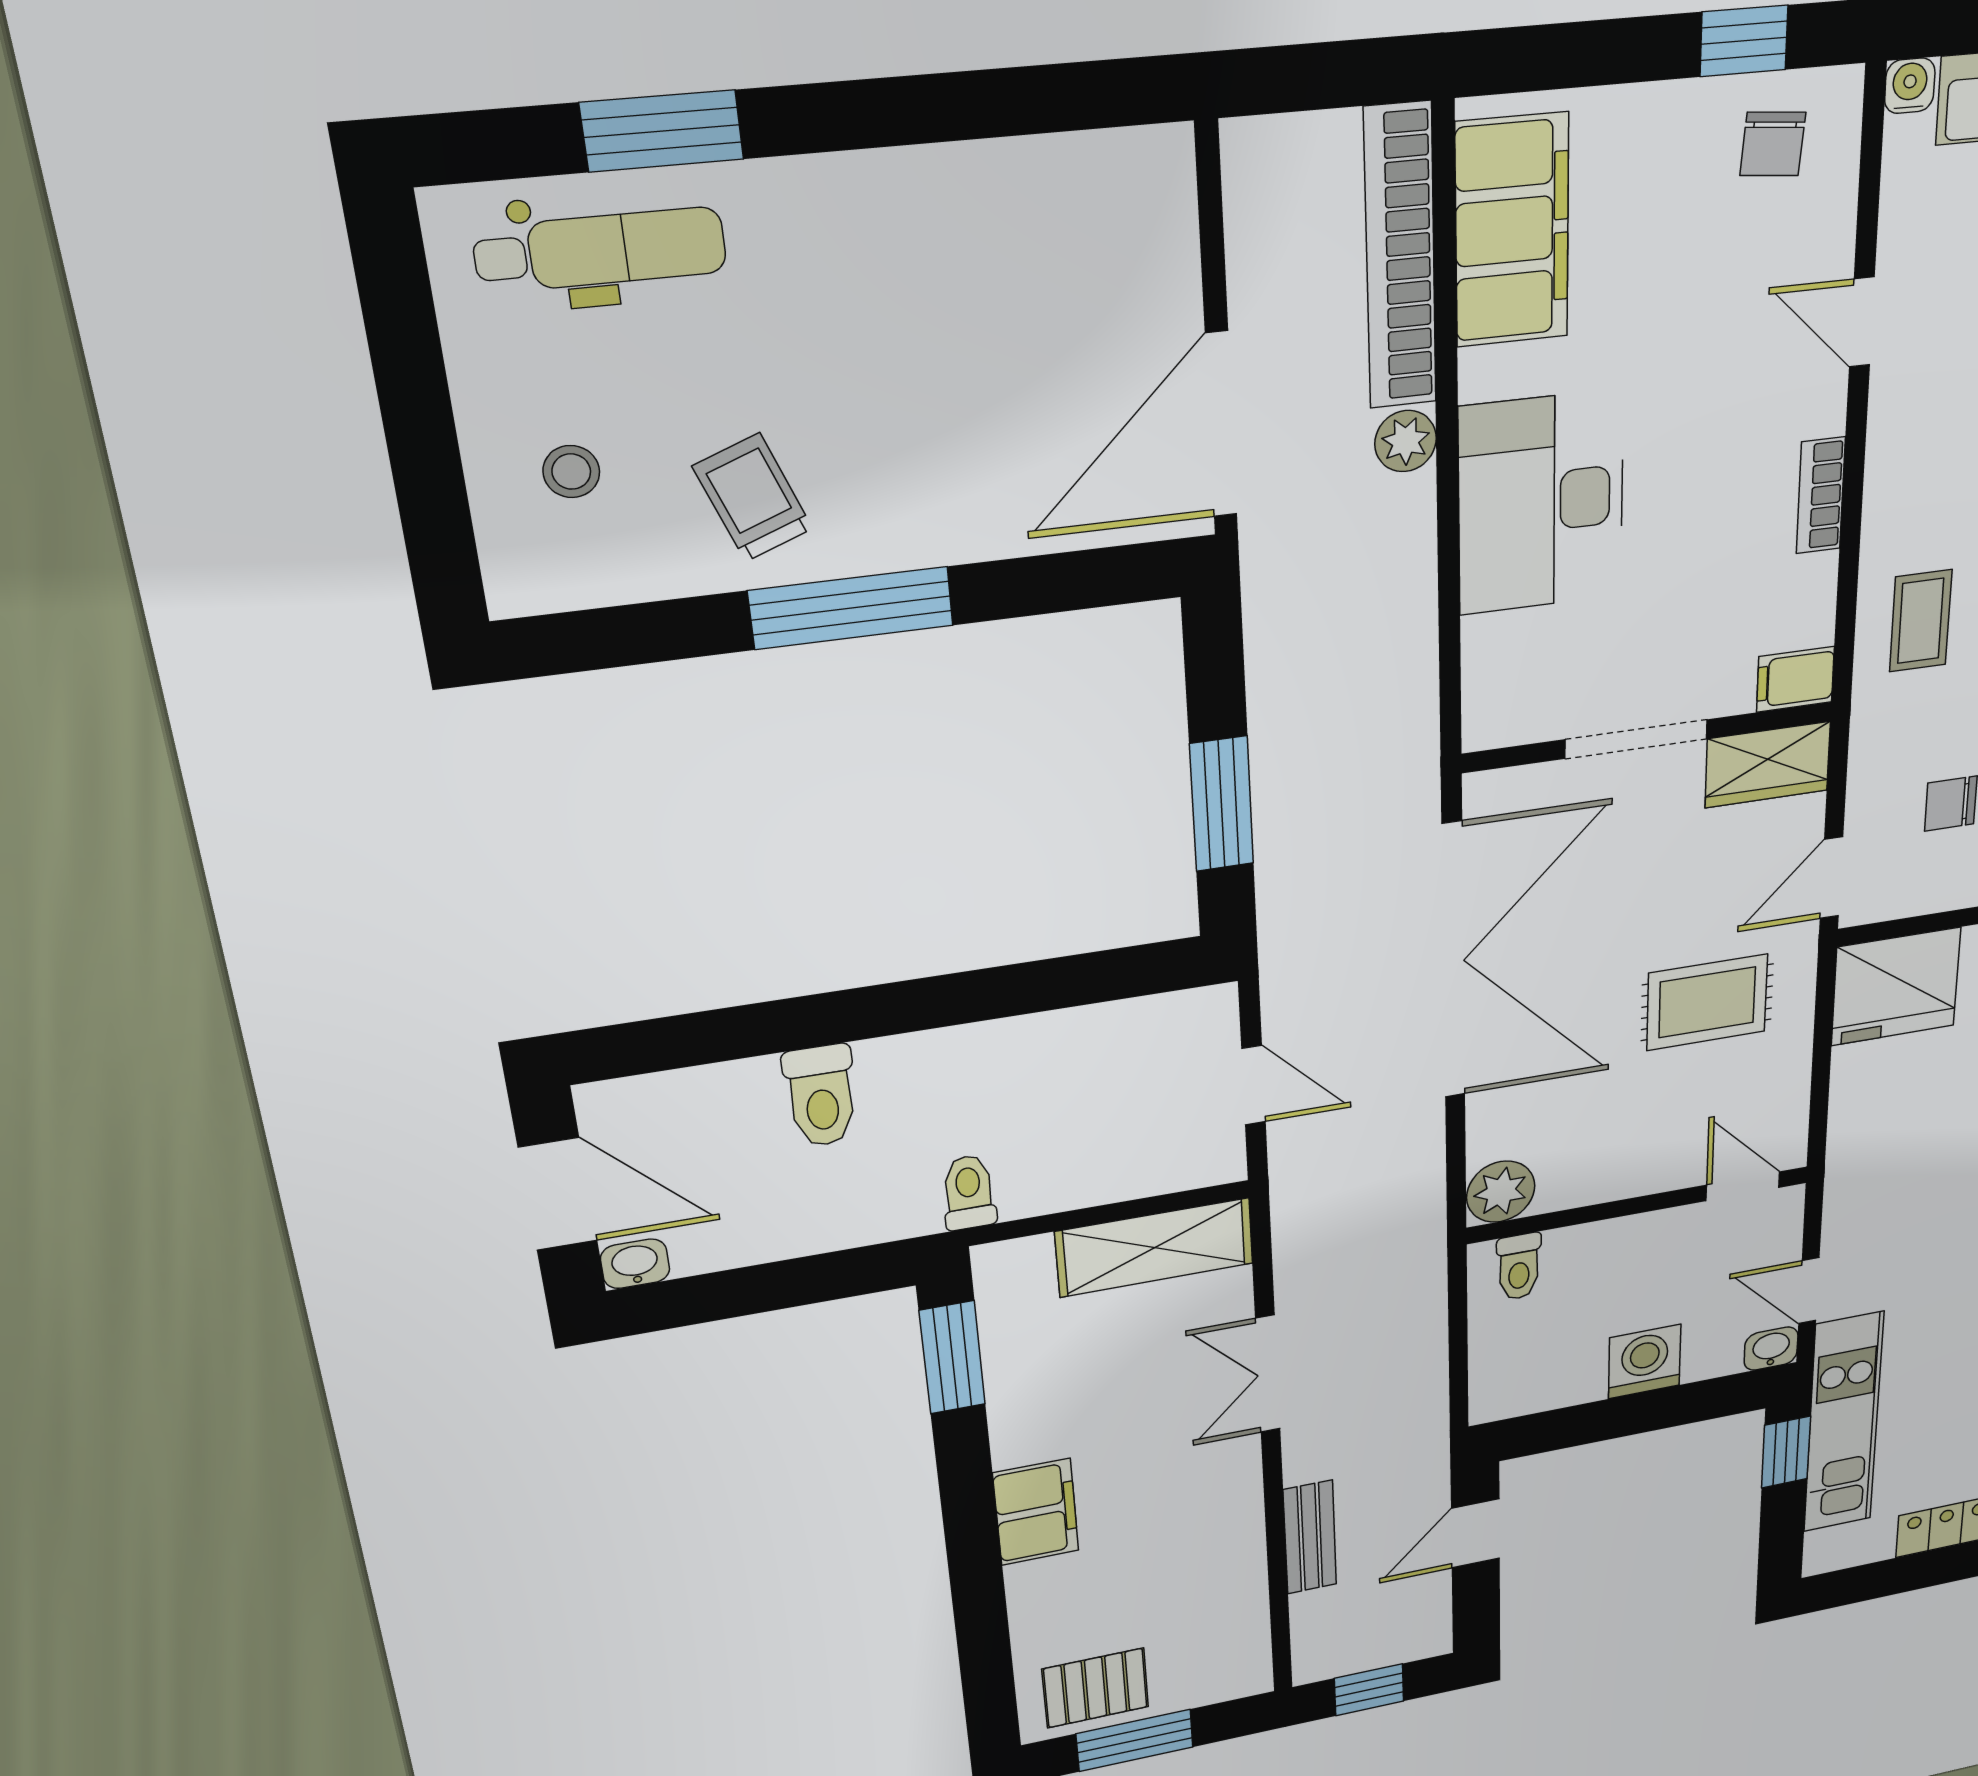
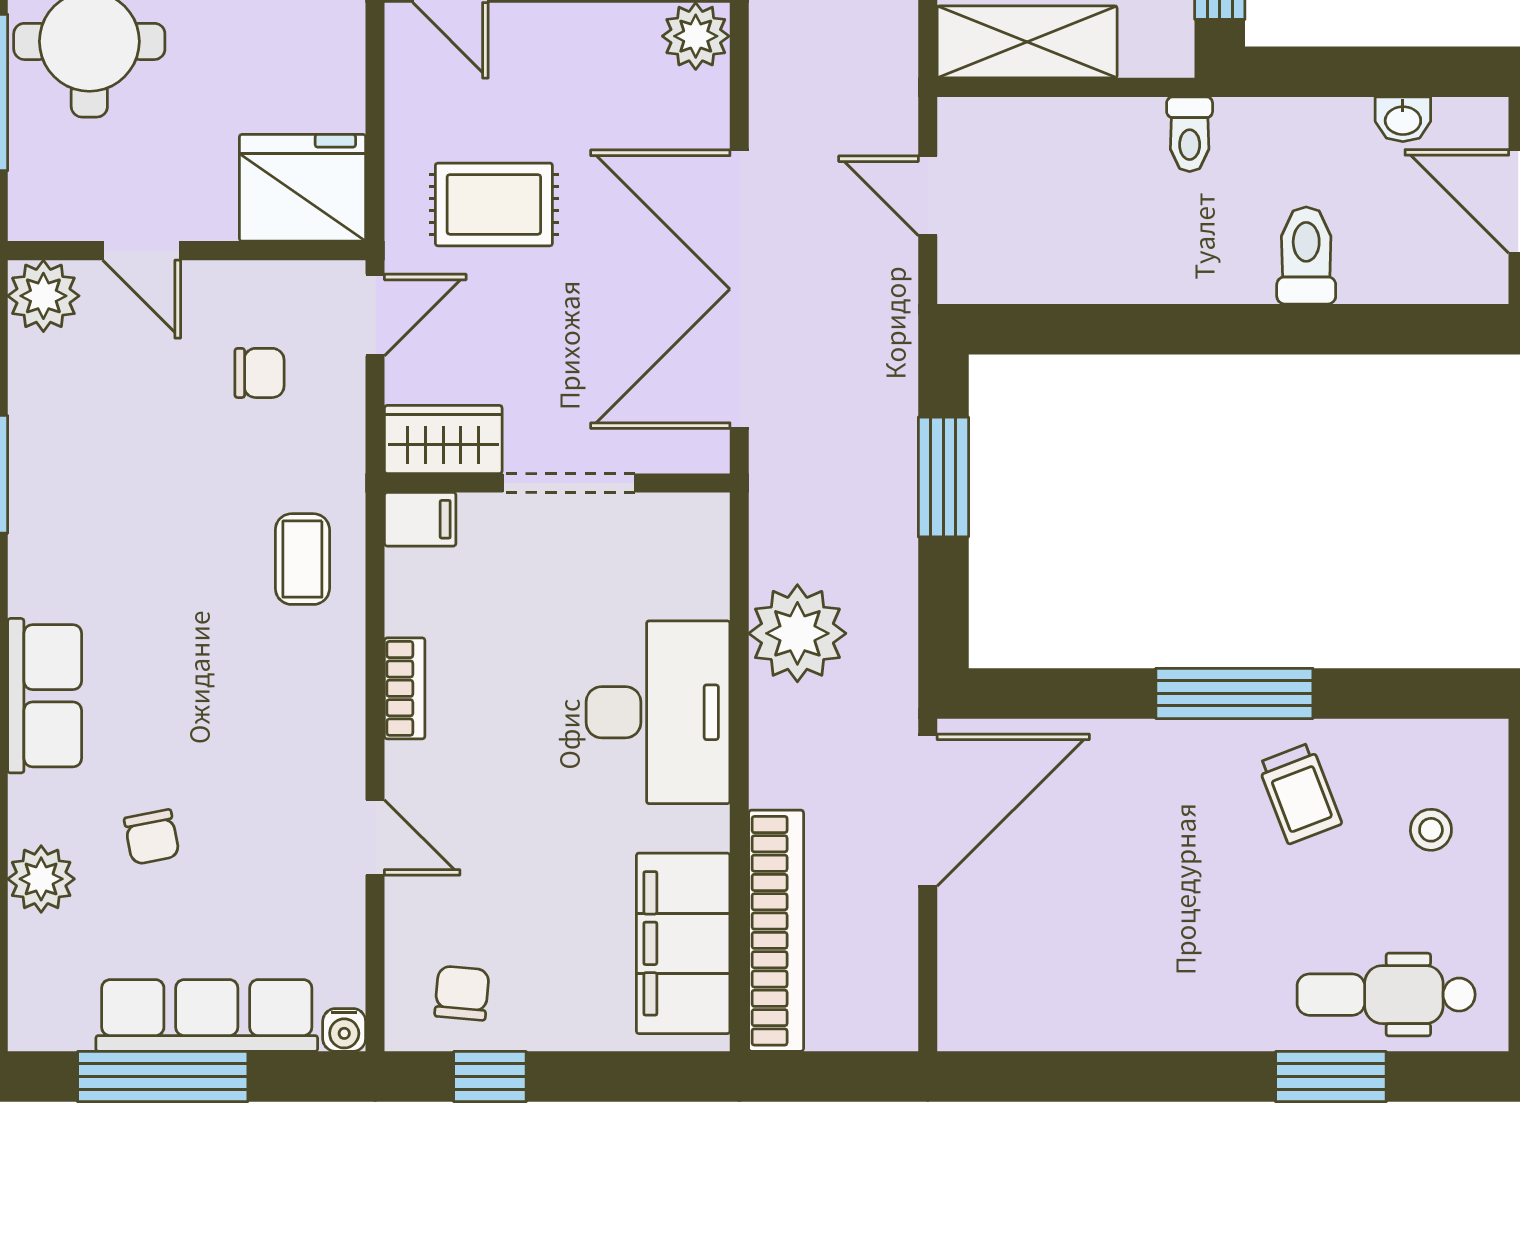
plant: (1406, 441) -> (797, 633), moved, width x1.87, depth x1.87
washbasin: (635, 1264) -> (1403, 119), moved

